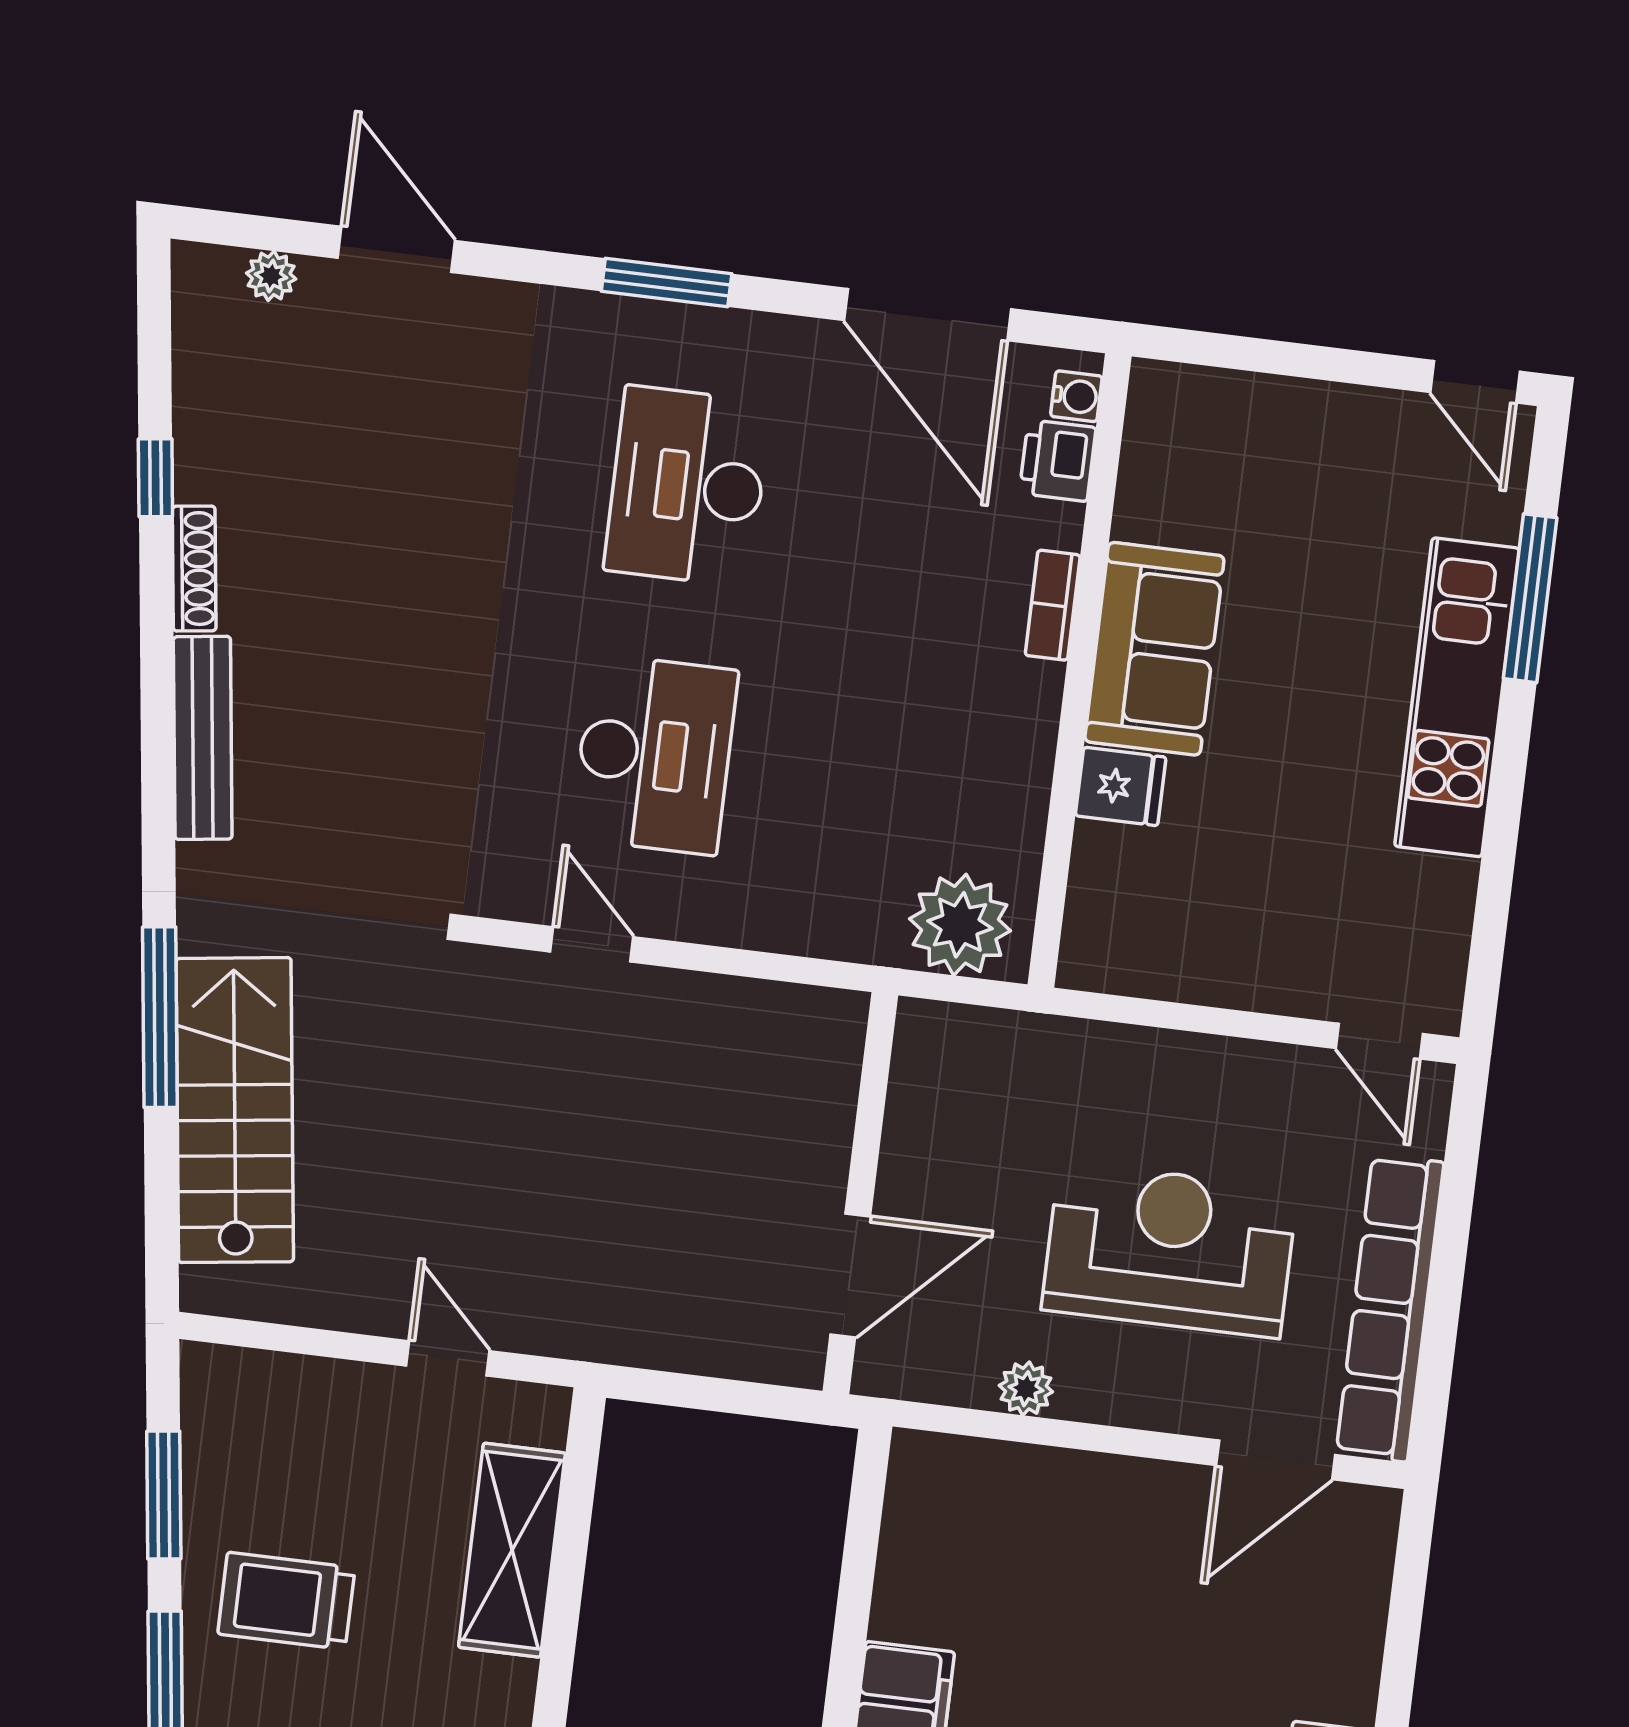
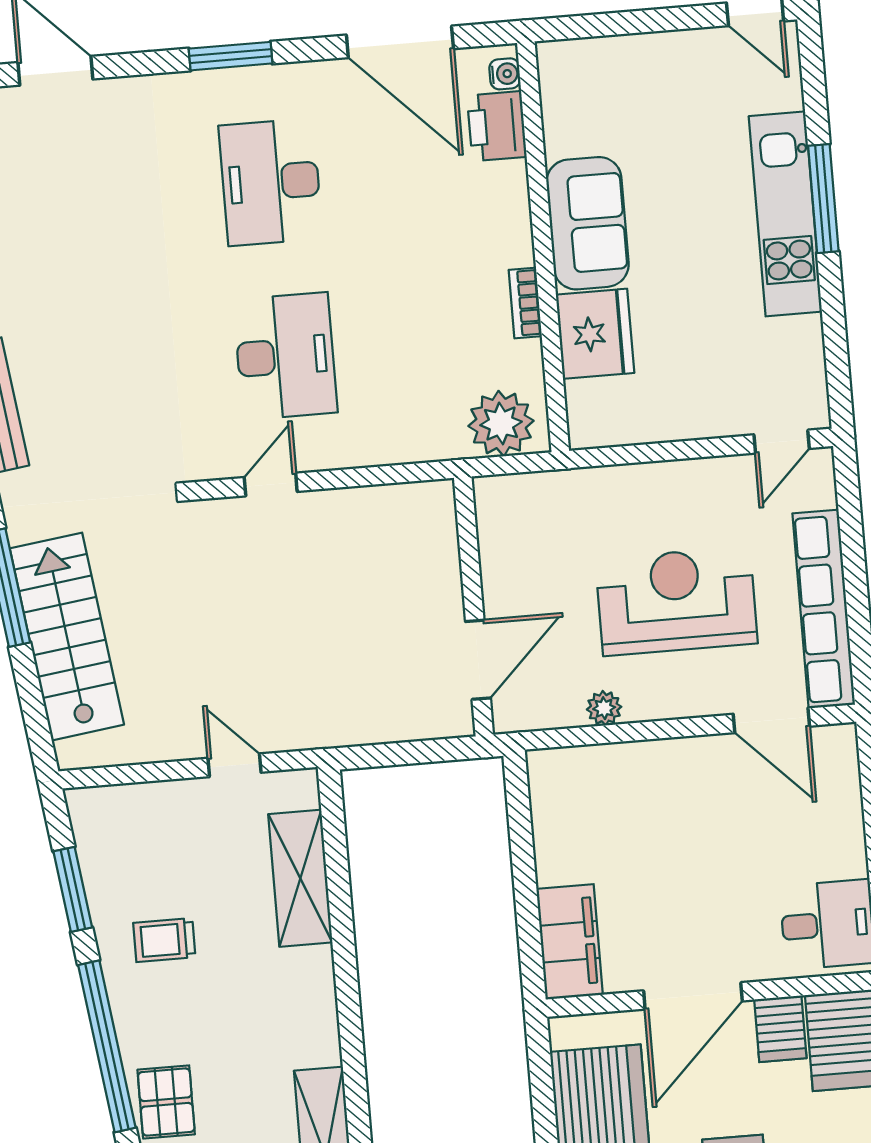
printer: (1058, 461) -> (497, 126), width x1.36, depth x1.24
window: (1530, 598) -> (823, 199), moved
bookcase: (1053, 605) -> (525, 303), moved
fridge: (1121, 786) -> (595, 334), width x1.88, depth x1.34
door: (592, 944) -> (271, 485), hinge flipped
door: (1379, 1041) -> (782, 442), hinge flipped
door: (1276, 1460) -> (771, 720), hinge flipped
trolley: (286, 1601) -> (164, 940), width x0.73, depth x0.72

